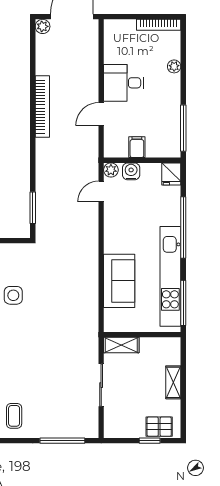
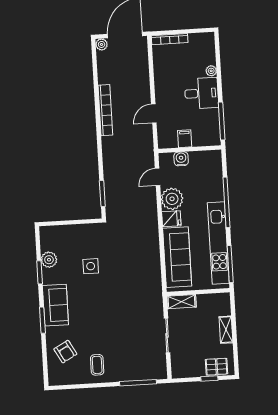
bookcase: (159, 25) -> (170, 39), moved
desk: (124, 83) -> (202, 93), moved, turned 180
plant: (111, 170) -> (172, 199), moved, width x1.87, depth x1.87
fridge: (171, 174) -> (171, 219), moved, turned -90
sofa: (119, 281) -> (177, 257), width x1.36

